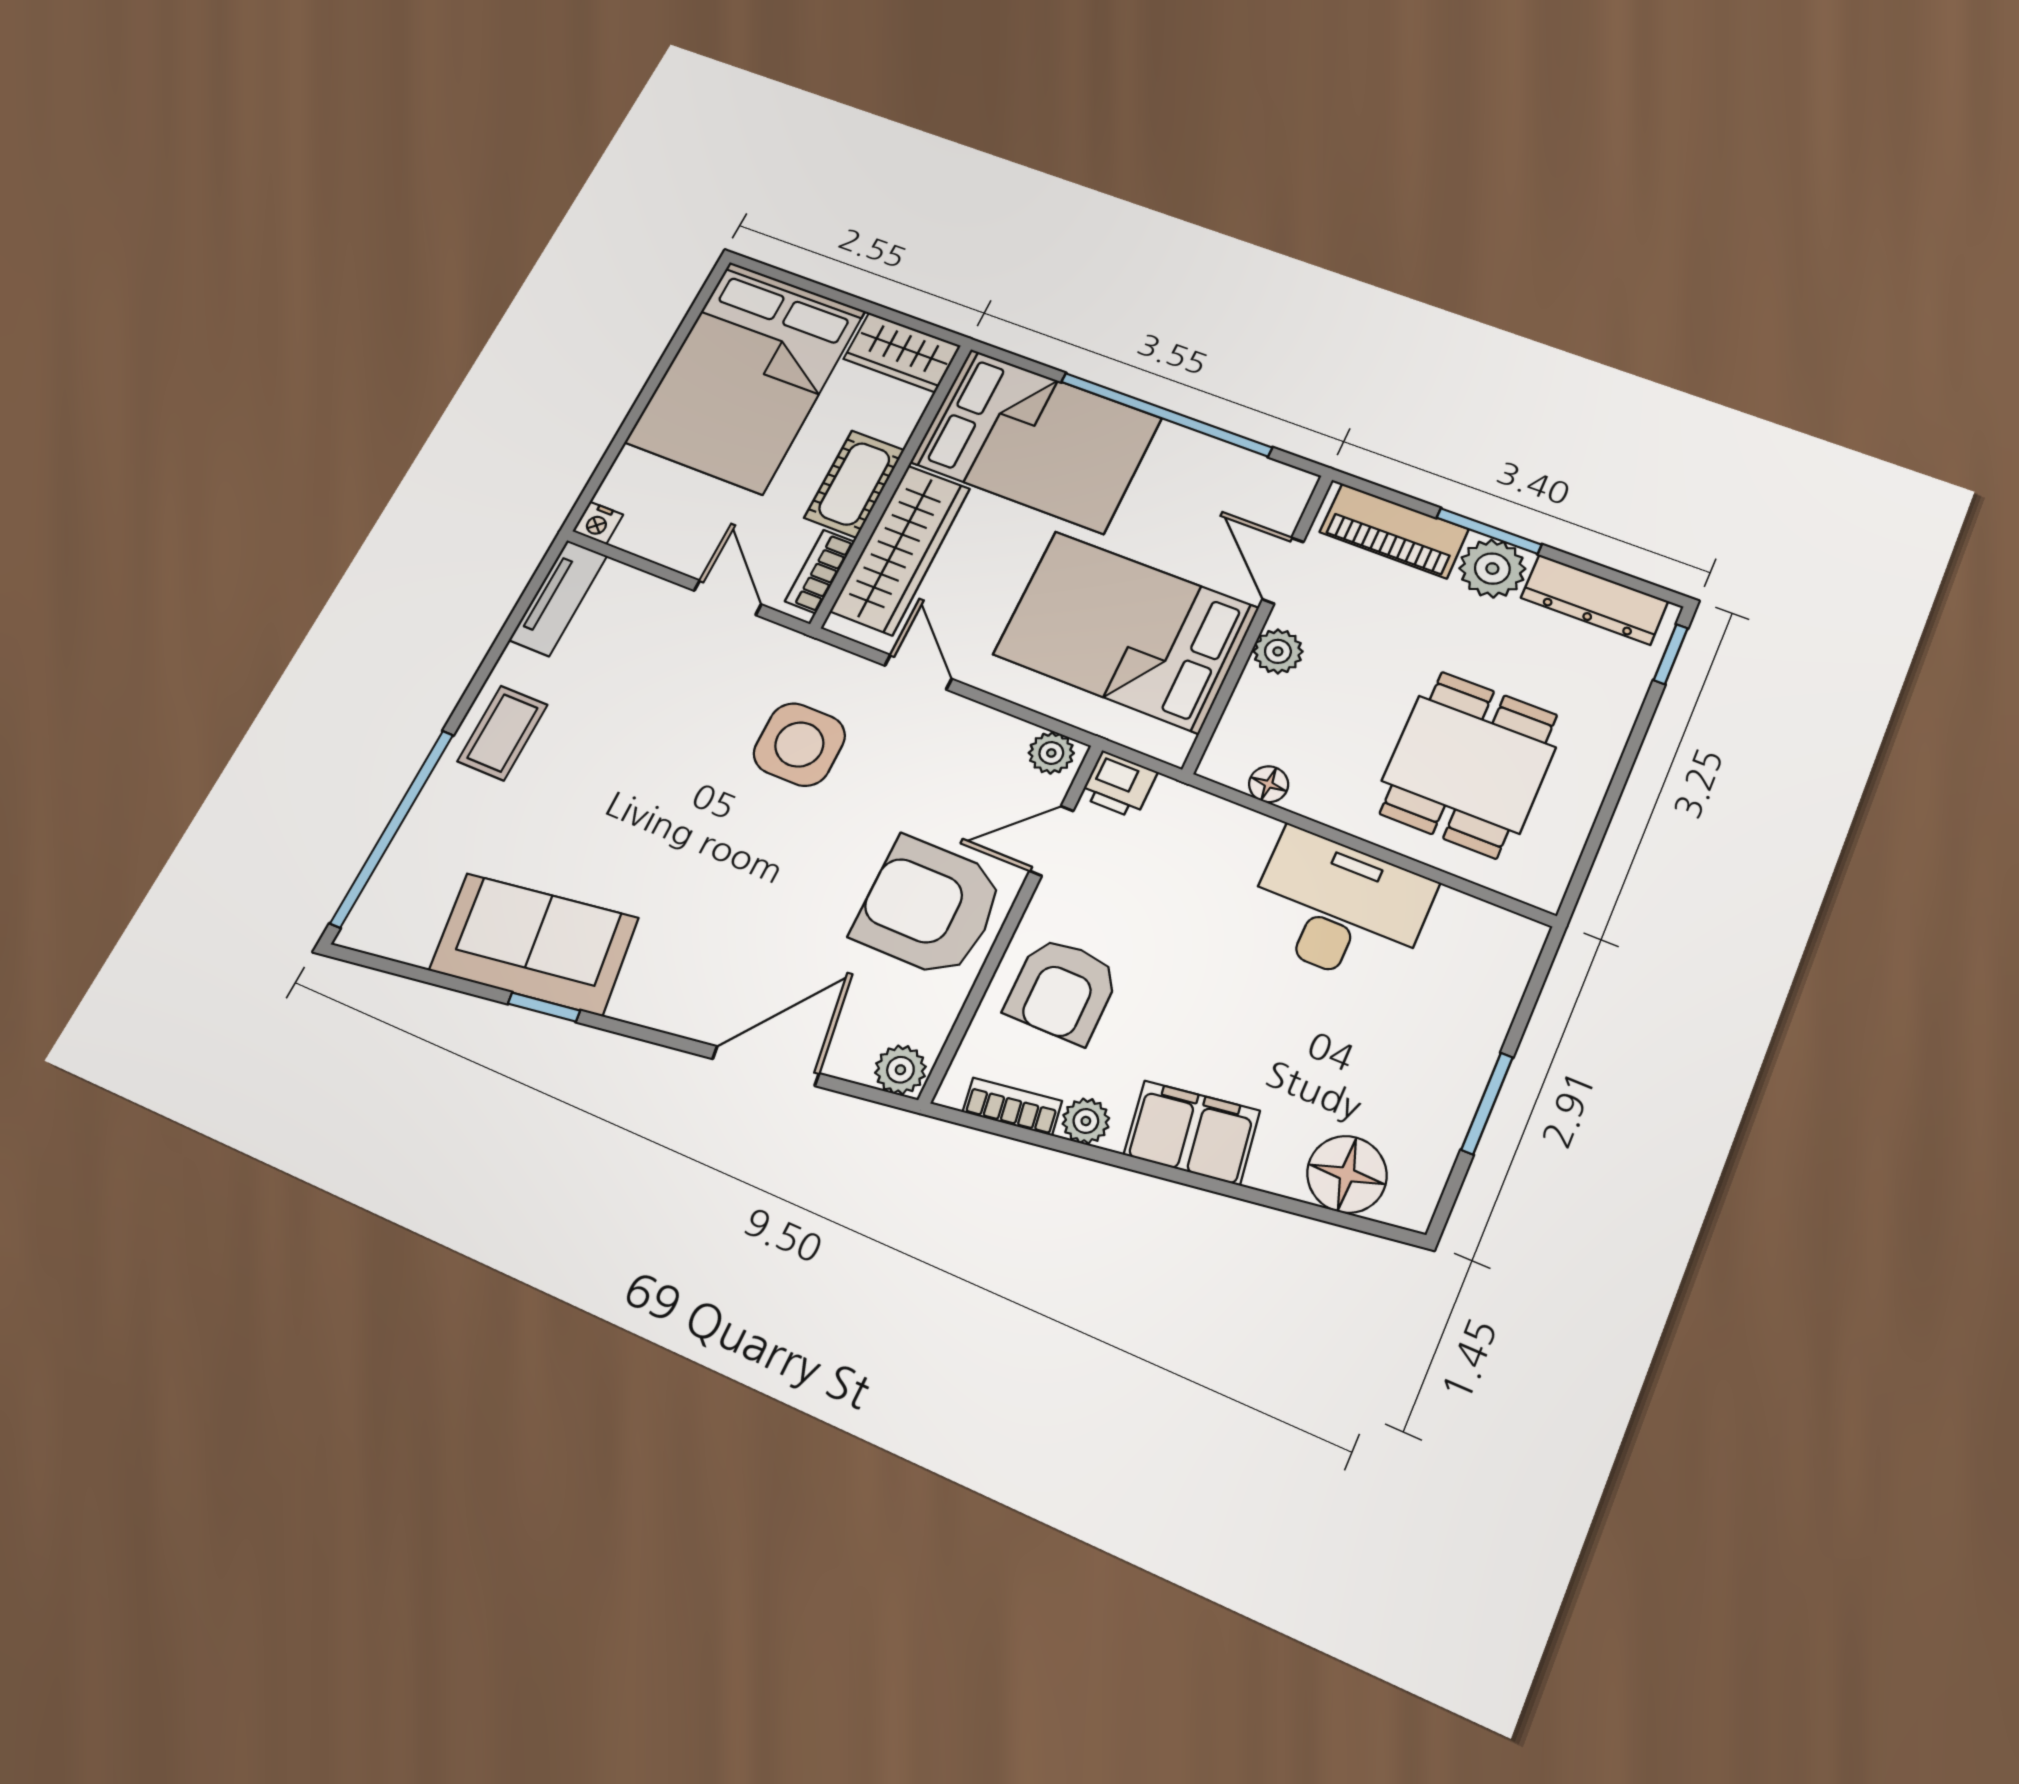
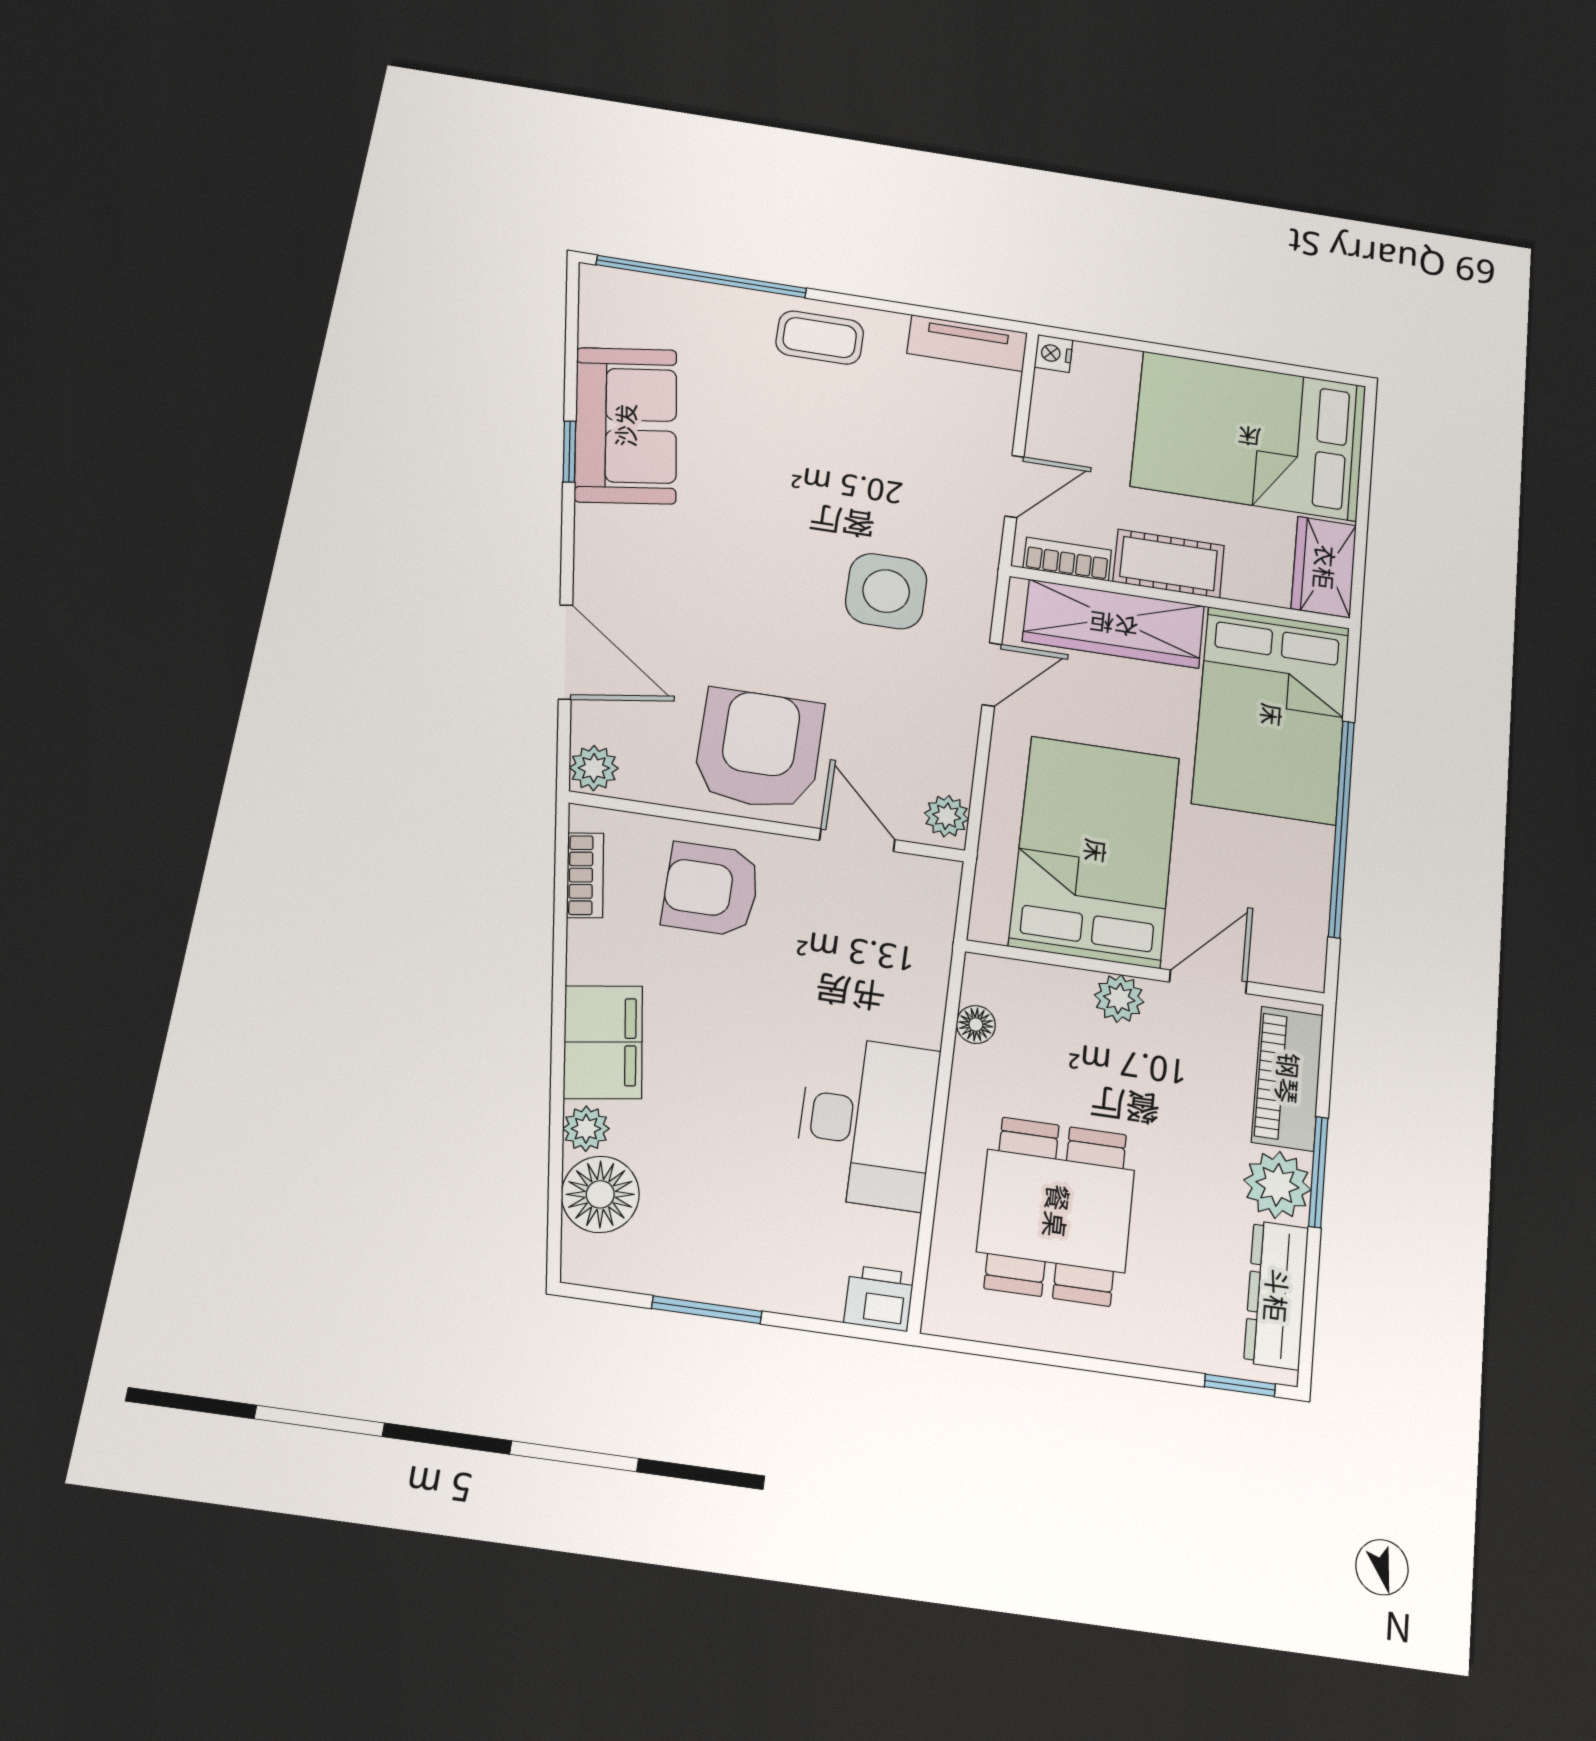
dining table: (1469, 764) -> (1056, 1211), turned 90
printer: (1119, 784) -> (879, 1298), moved, turned 90
plant: (1086, 1121) -> (586, 1129), moved

